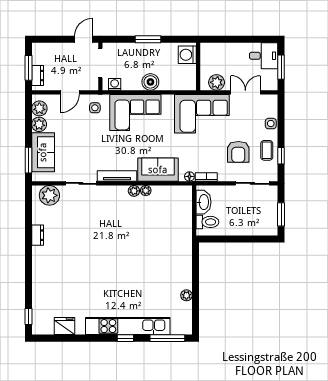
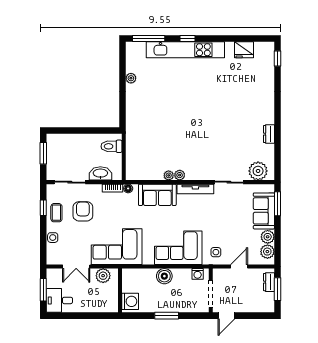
washbasin: (203, 202) -> (100, 173), moved, turned 90

